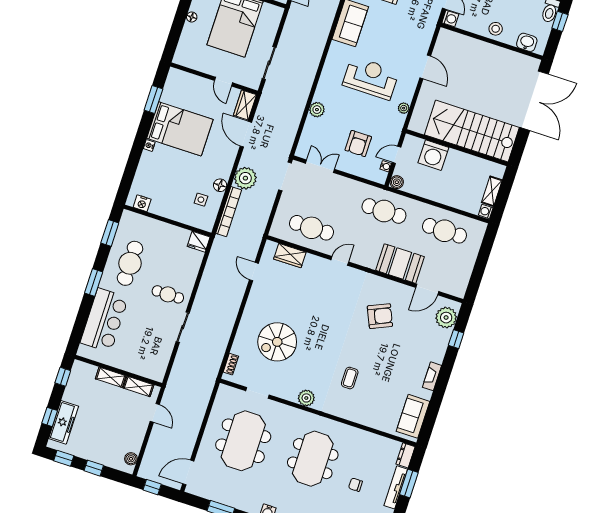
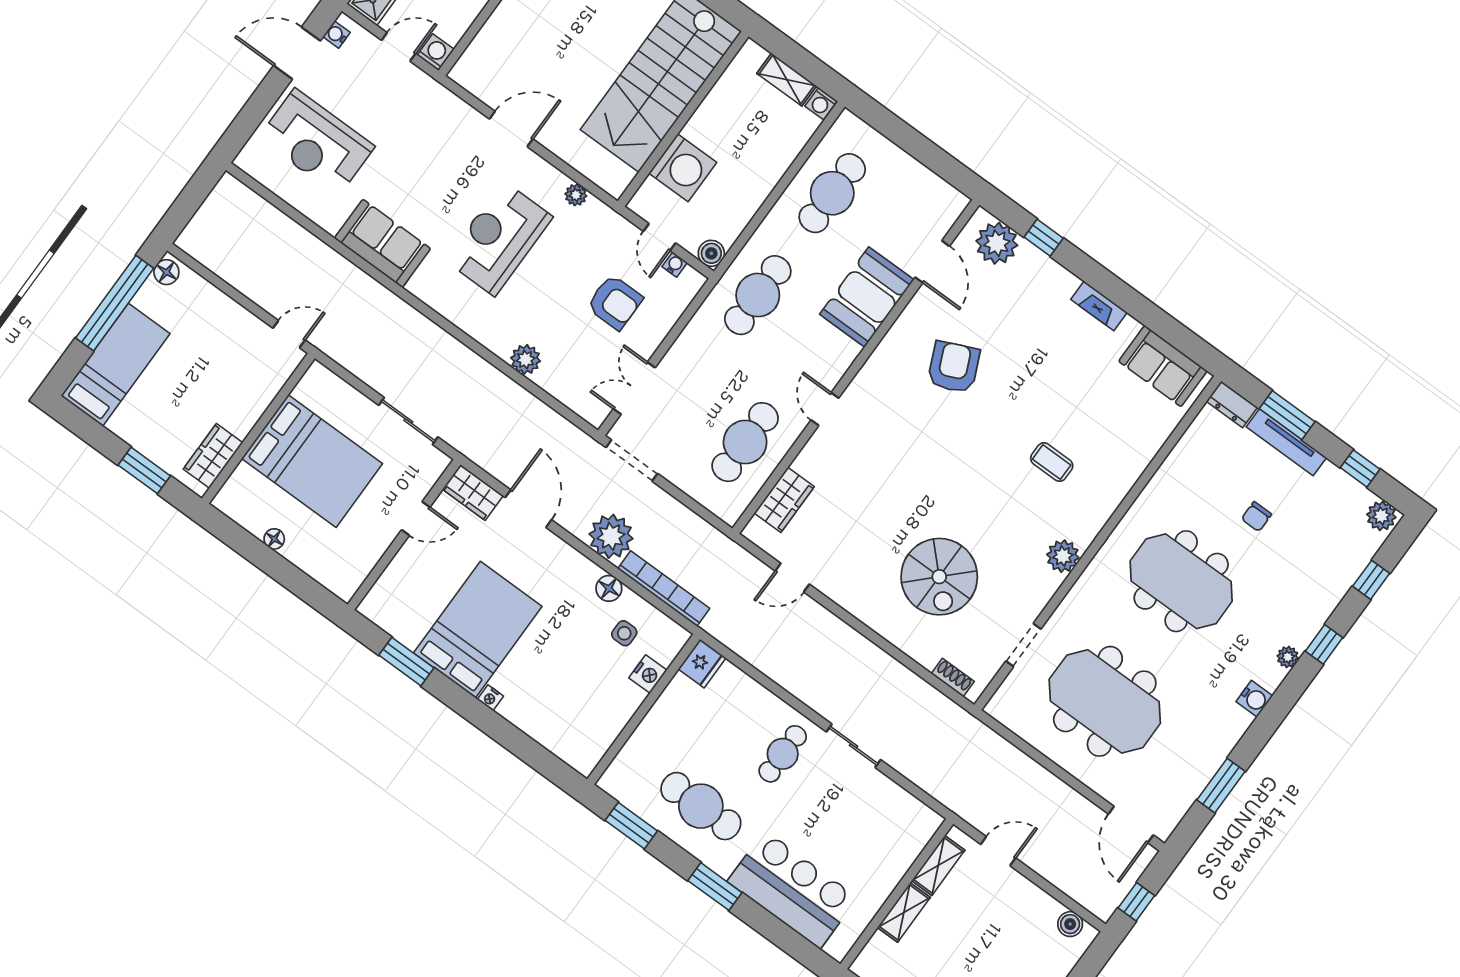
door: (246, 134) -> (528, 509), swing flipped
nightstand: (142, 203) -> (648, 674), moved

